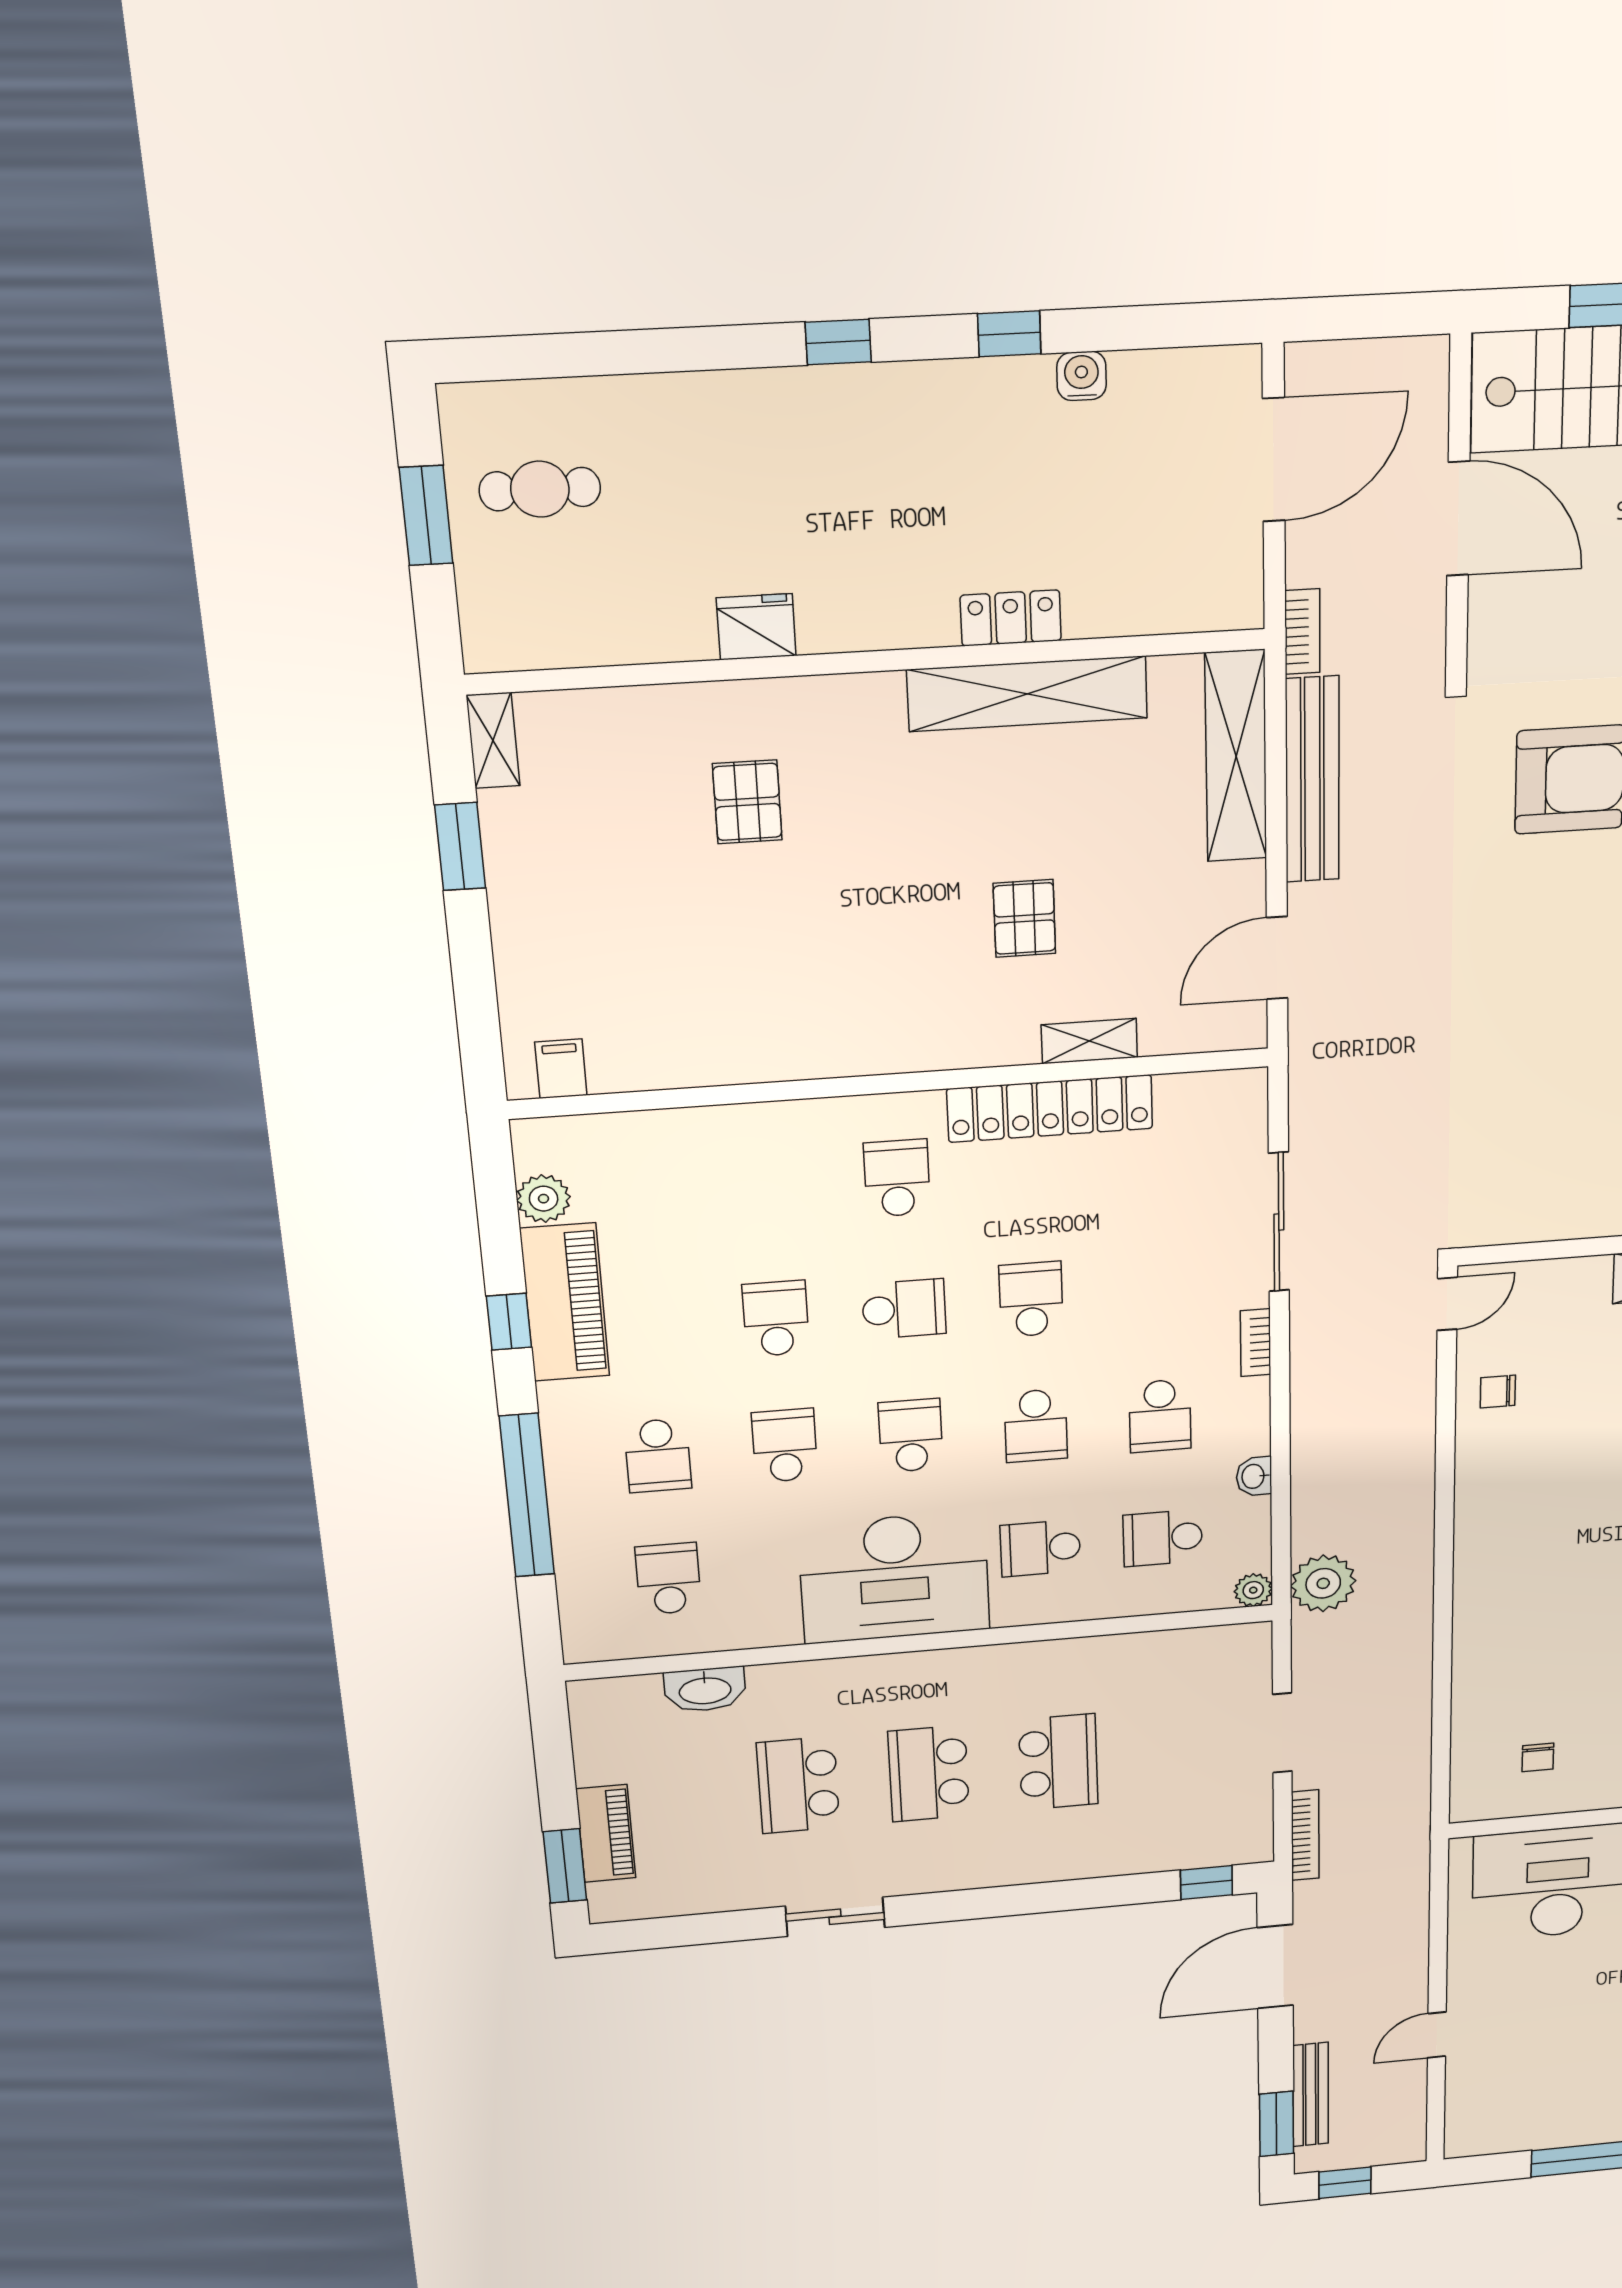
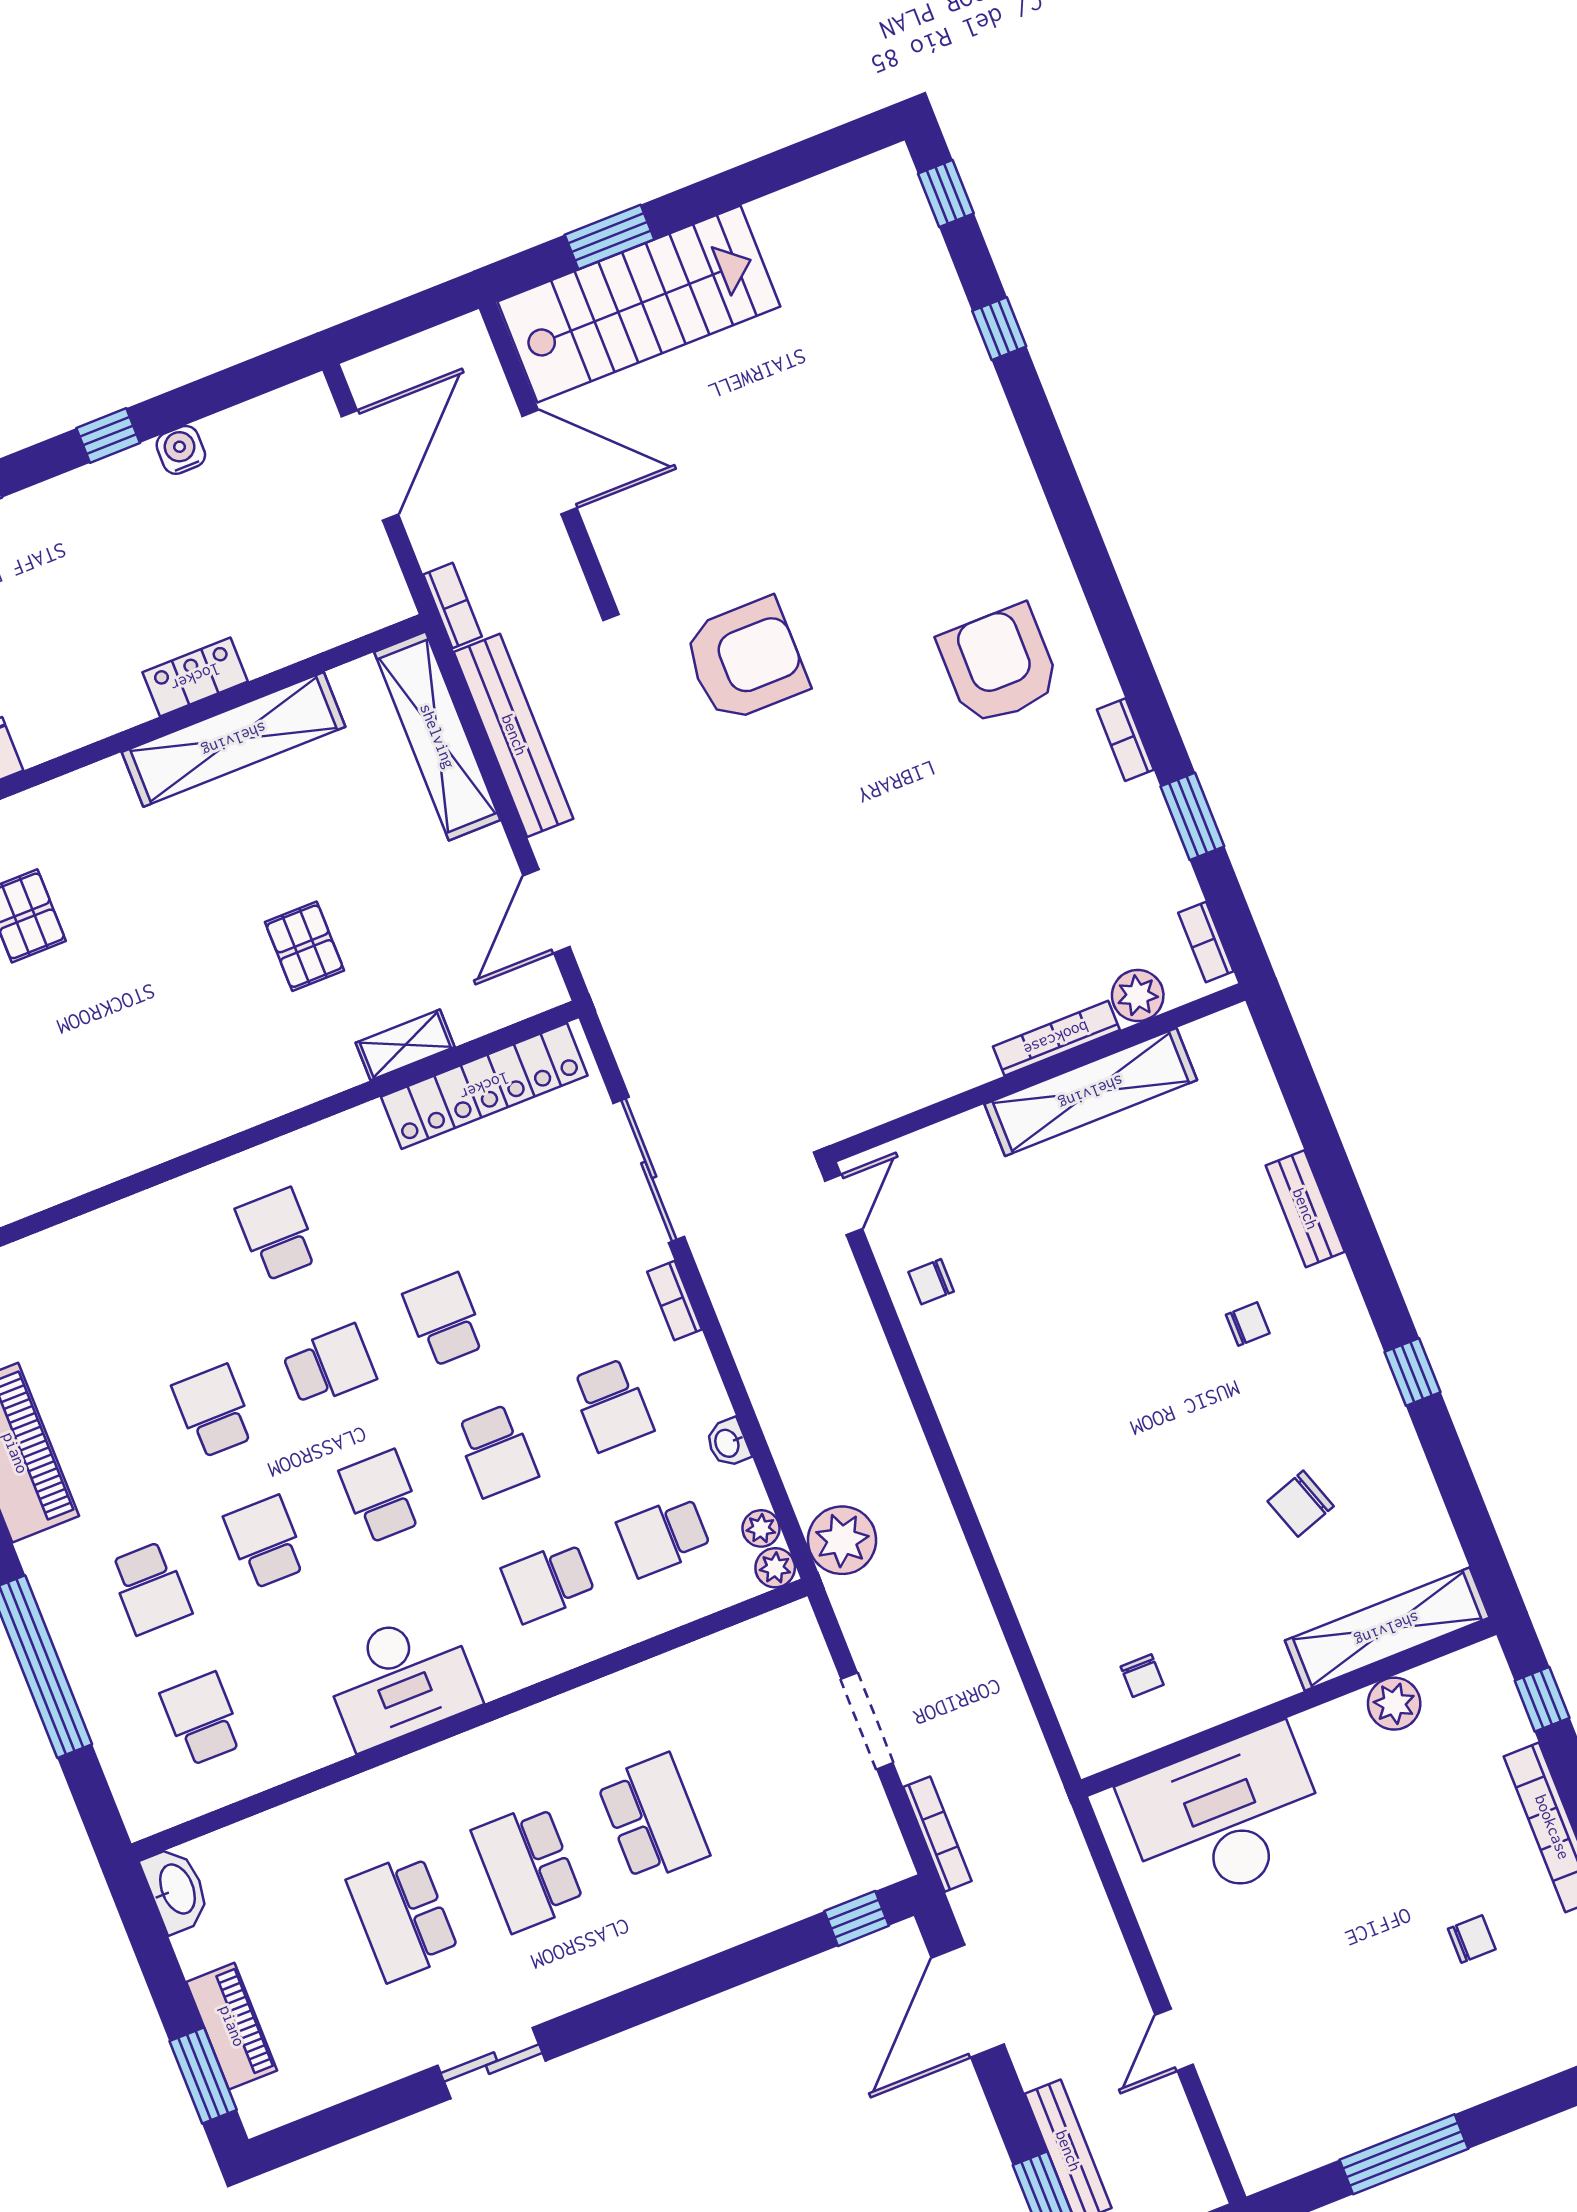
locker: (1050, 1109) -> (484, 1086), moved
plant: (1254, 1555) -> (761, 1528), added
desk: (894, 1577) -> (401, 1679), width x0.73, depth x0.77
washbasin: (705, 1690) -> (176, 1890), moved, turned -90

